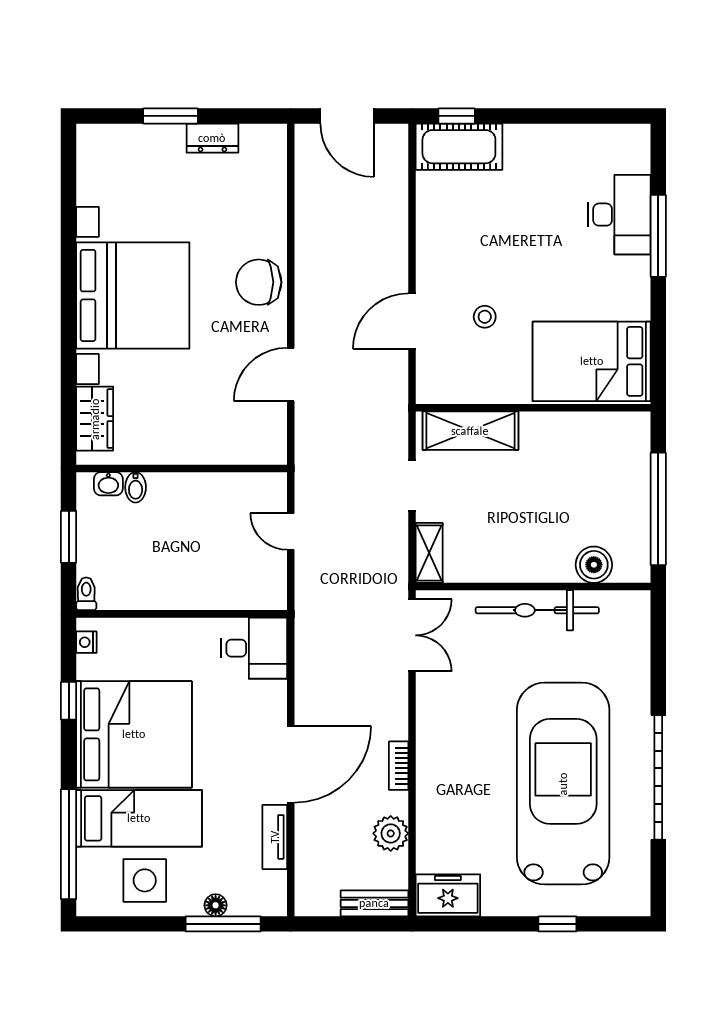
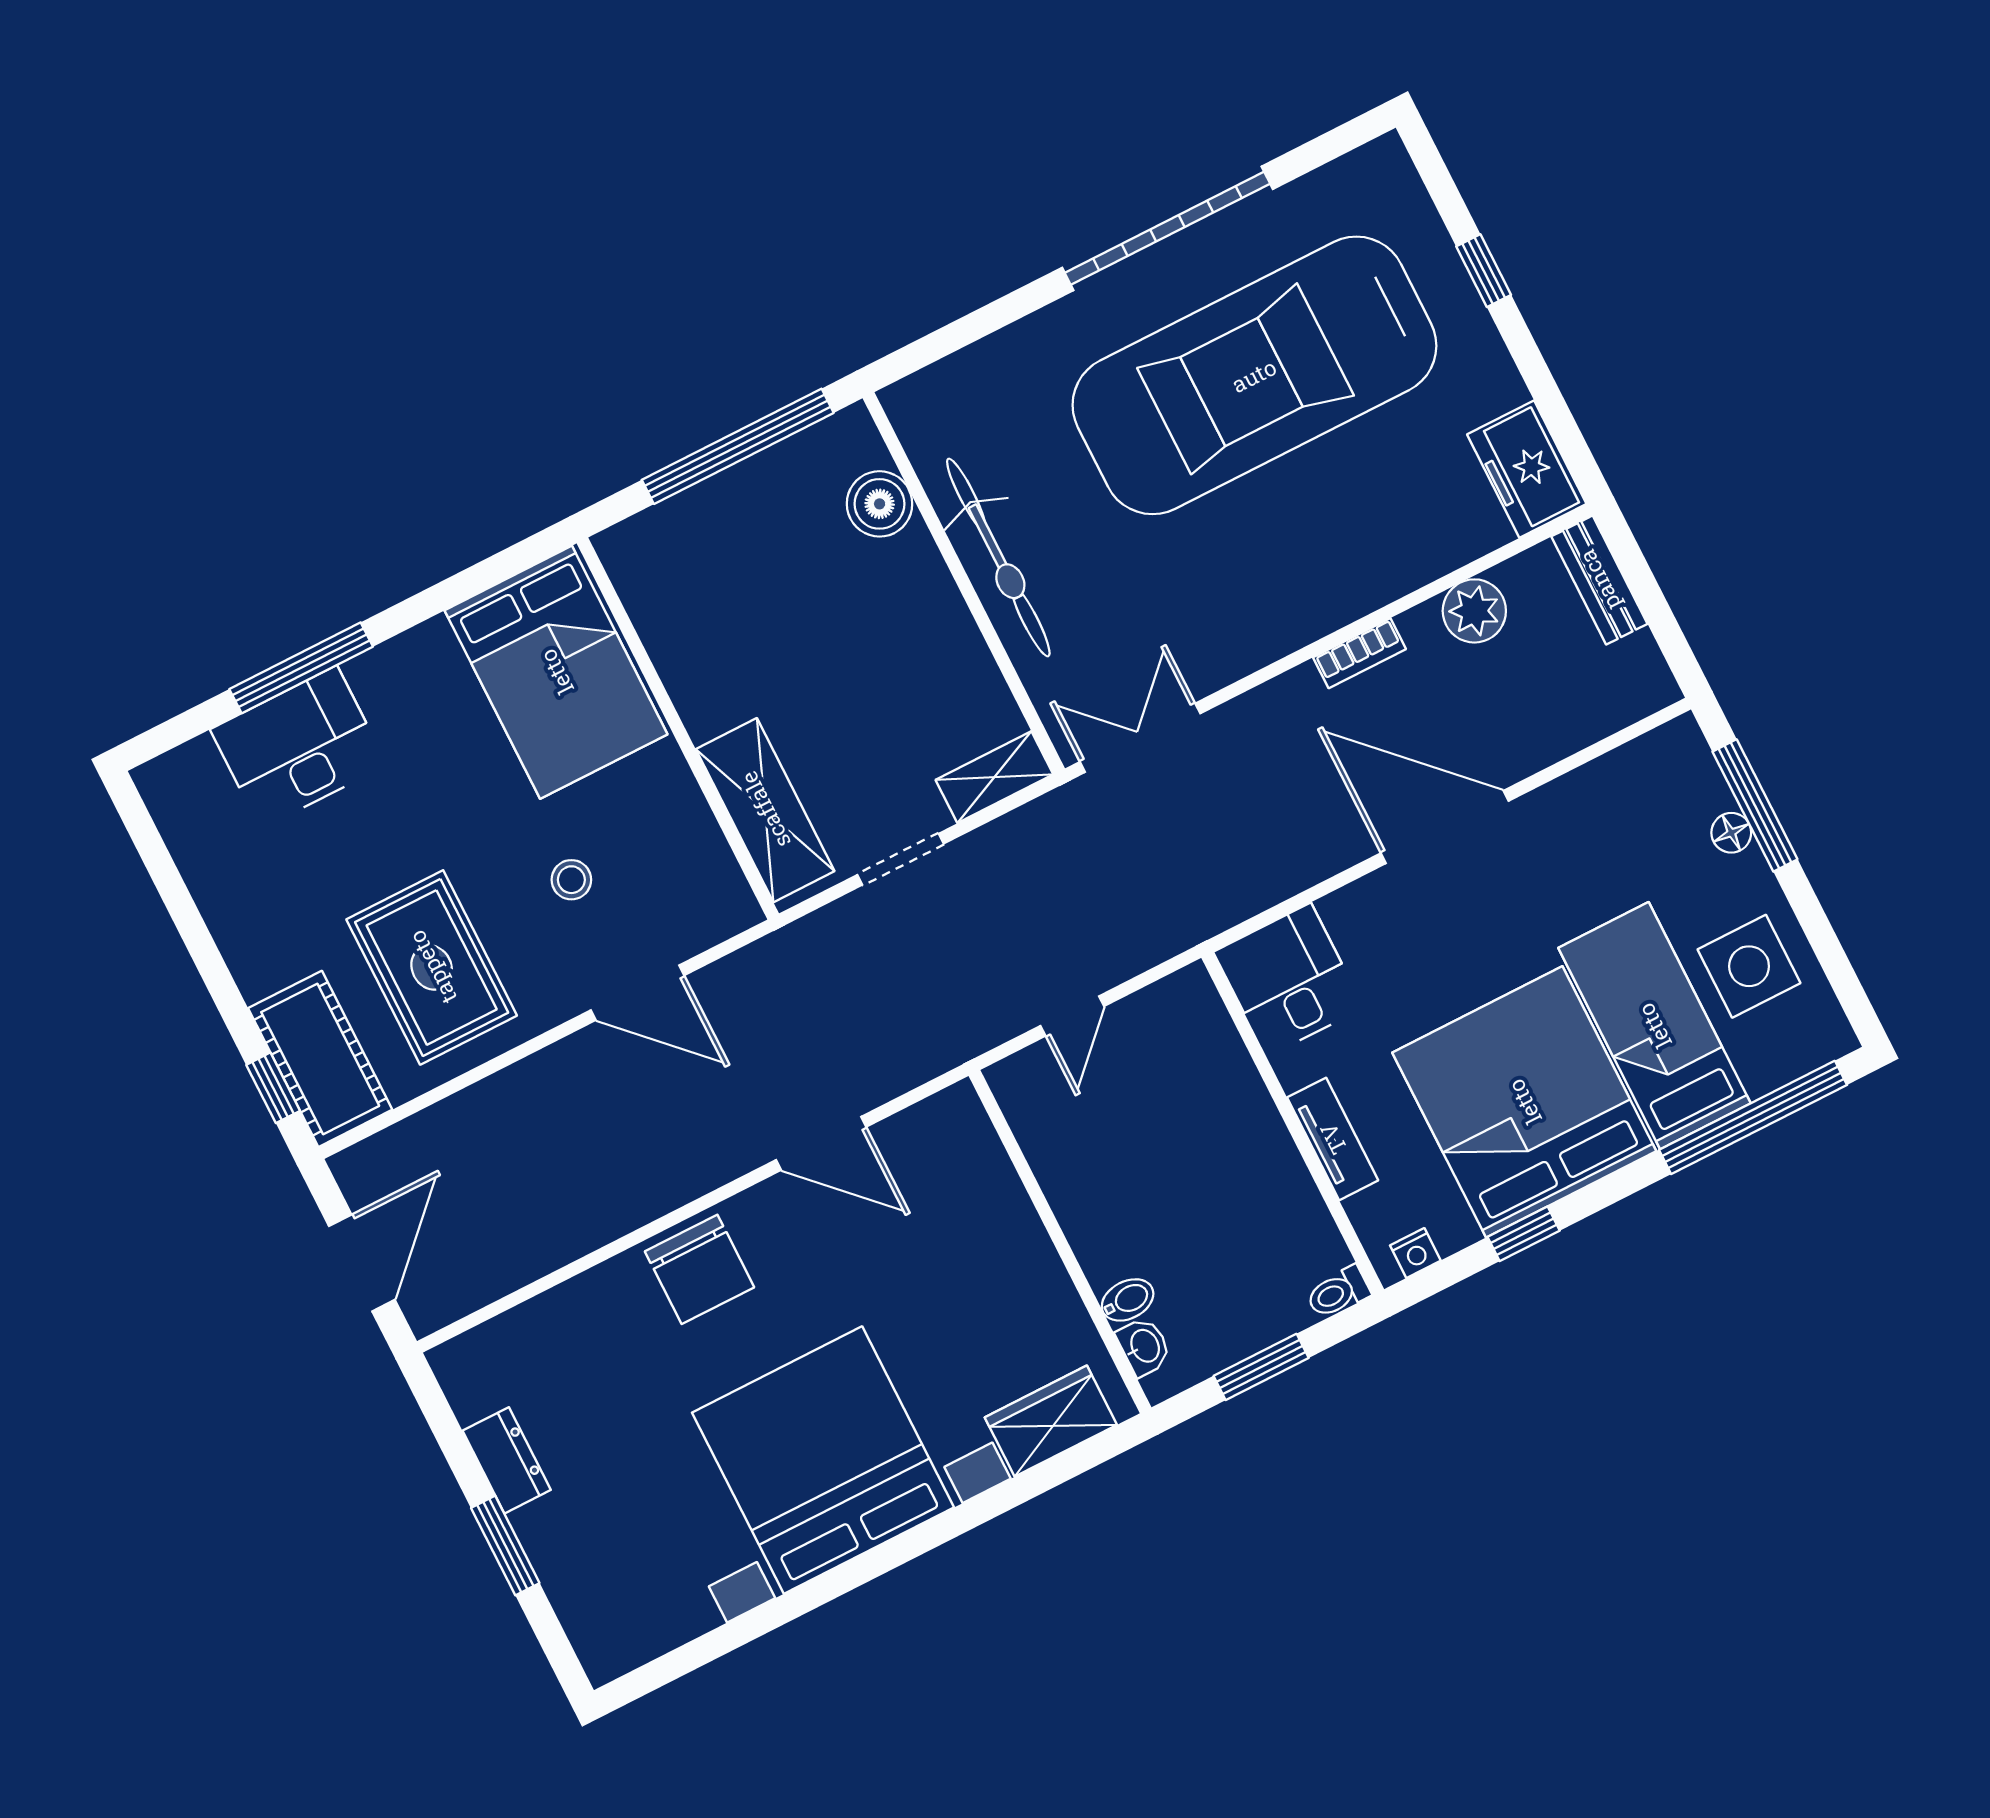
rug: (476, 225) -> (432, 967), added
tv unit: (275, 837) -> (1333, 1139), moved, turned -90

